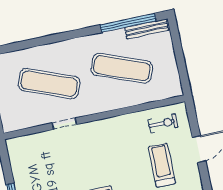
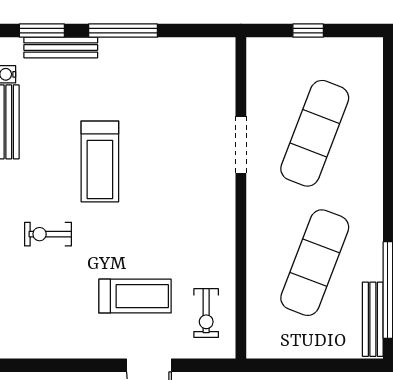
doorway: (64, 124) -> (241, 145), width x1.38

